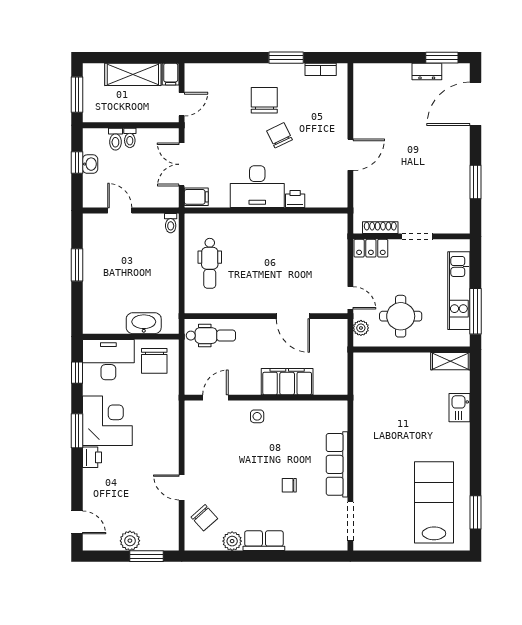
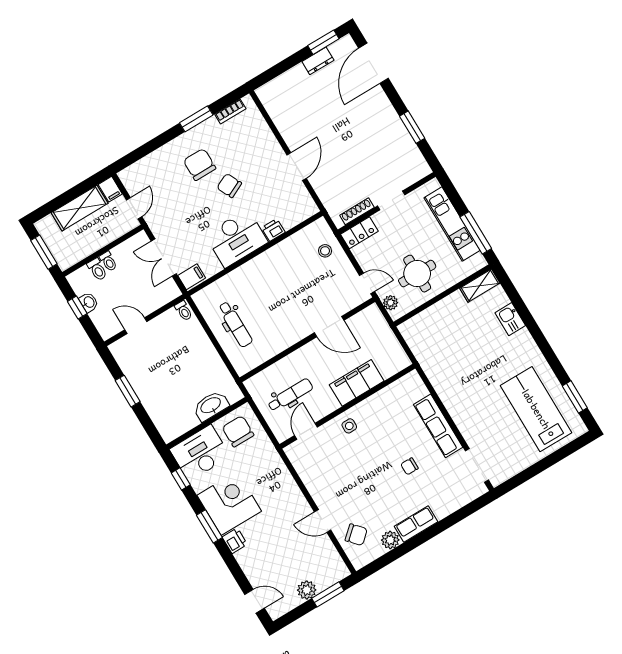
stool: (330, 246) -> (325, 251), added
dental chair: (211, 336) -> (290, 395), moved
chair: (154, 361) -> (238, 431), turned 180

